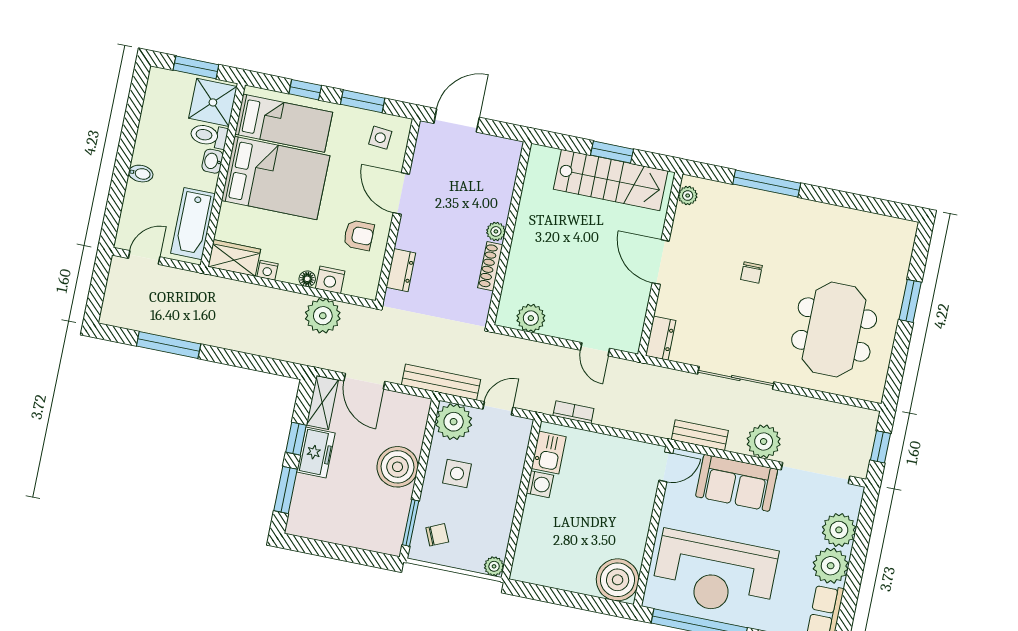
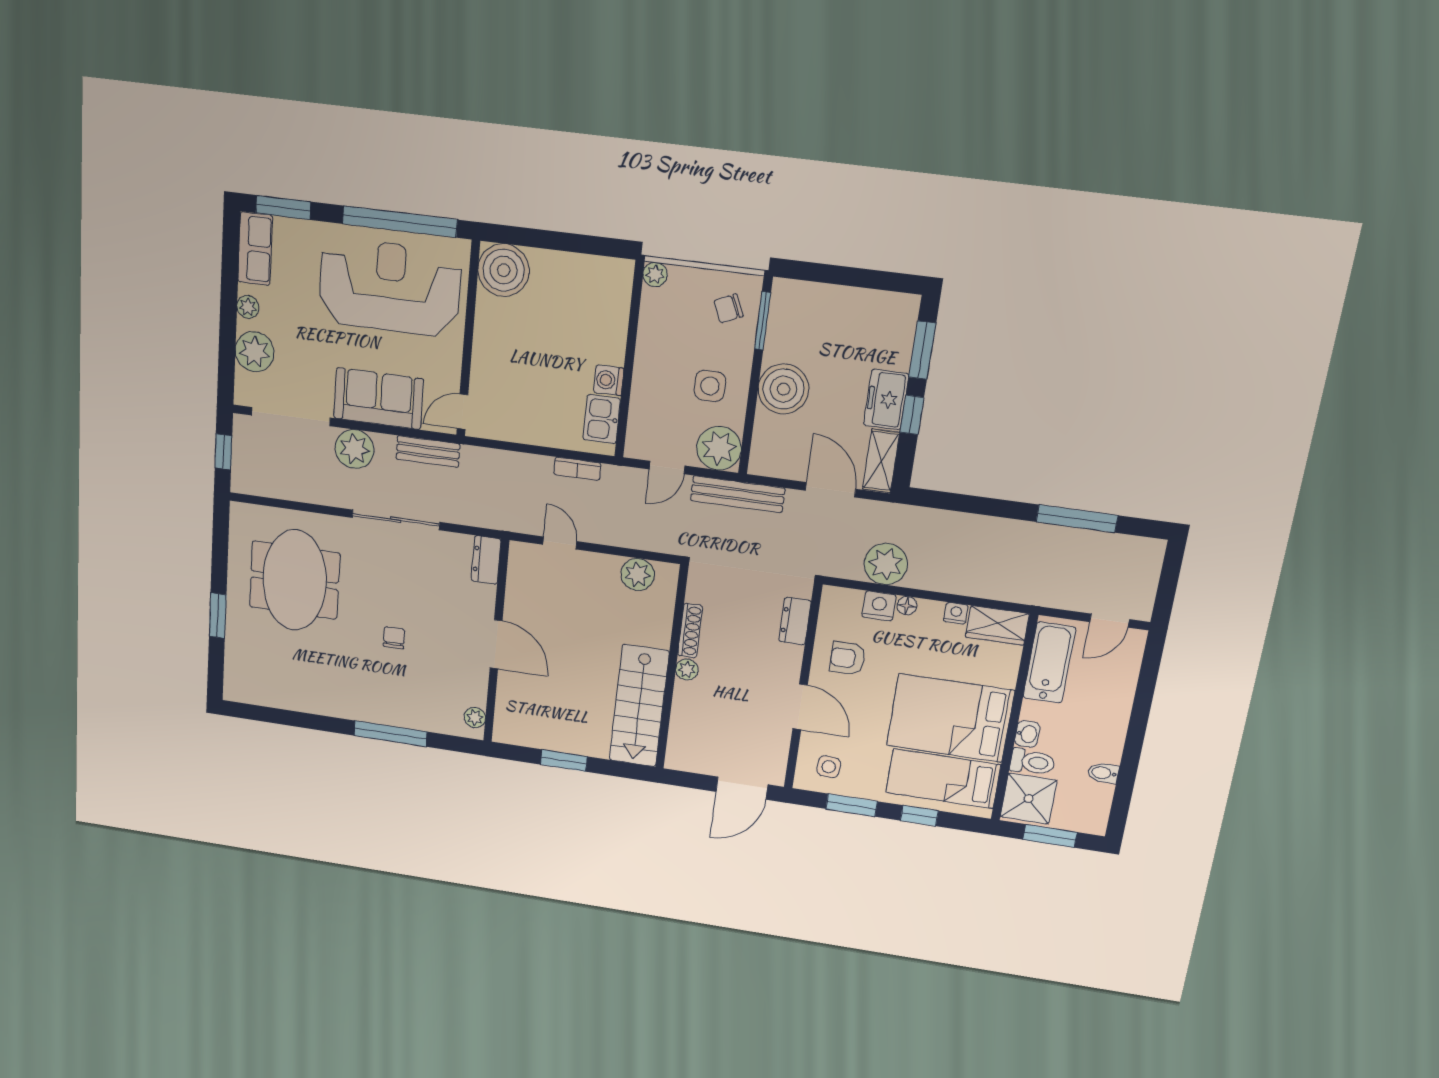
bidet: (141, 174) -> (1103, 773), moved
stairs: (611, 180) -> (639, 706), moved, turned -90
plant: (831, 566) -> (248, 307), width x0.53, depth x0.53

